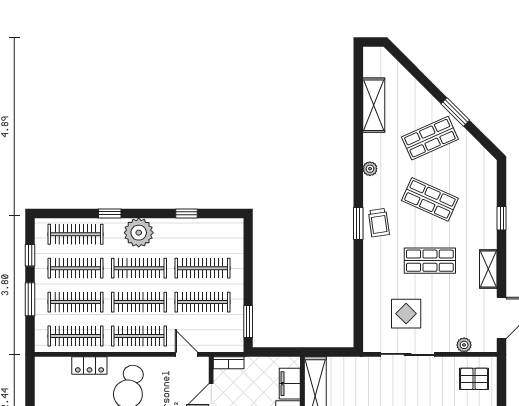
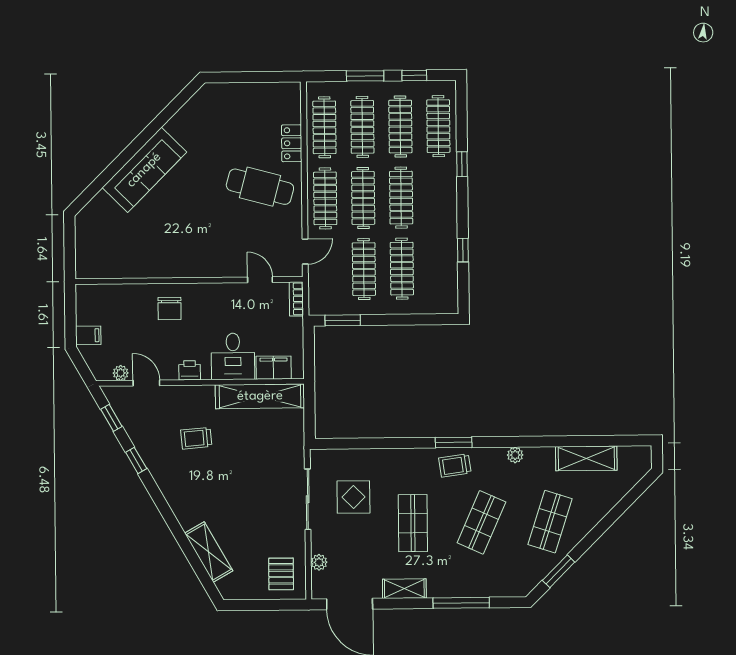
window: (455, 112) -> (559, 571), moved
shop shelf: (430, 138) -> (550, 522), turned 42
window: (502, 218) -> (461, 603), width x2.17
plant: (139, 233) -> (441, 197), removed

